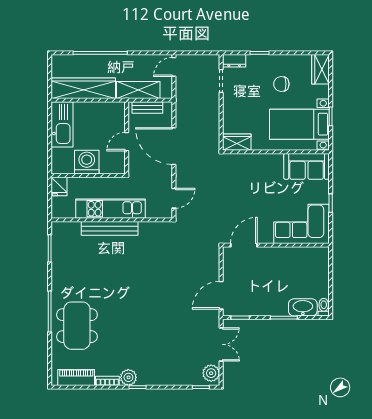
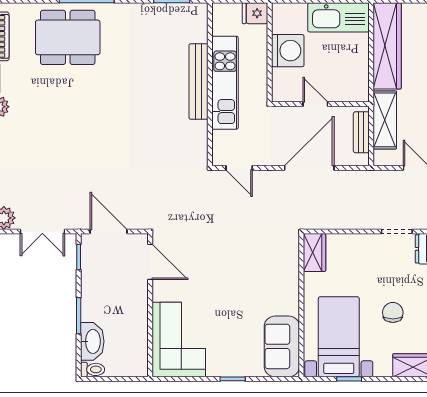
corner sofa: (301, 224) -> (179, 340), moved
door: (244, 245) -> (150, 262), moved
wall: (276, 245) -> (150, 305), moved

